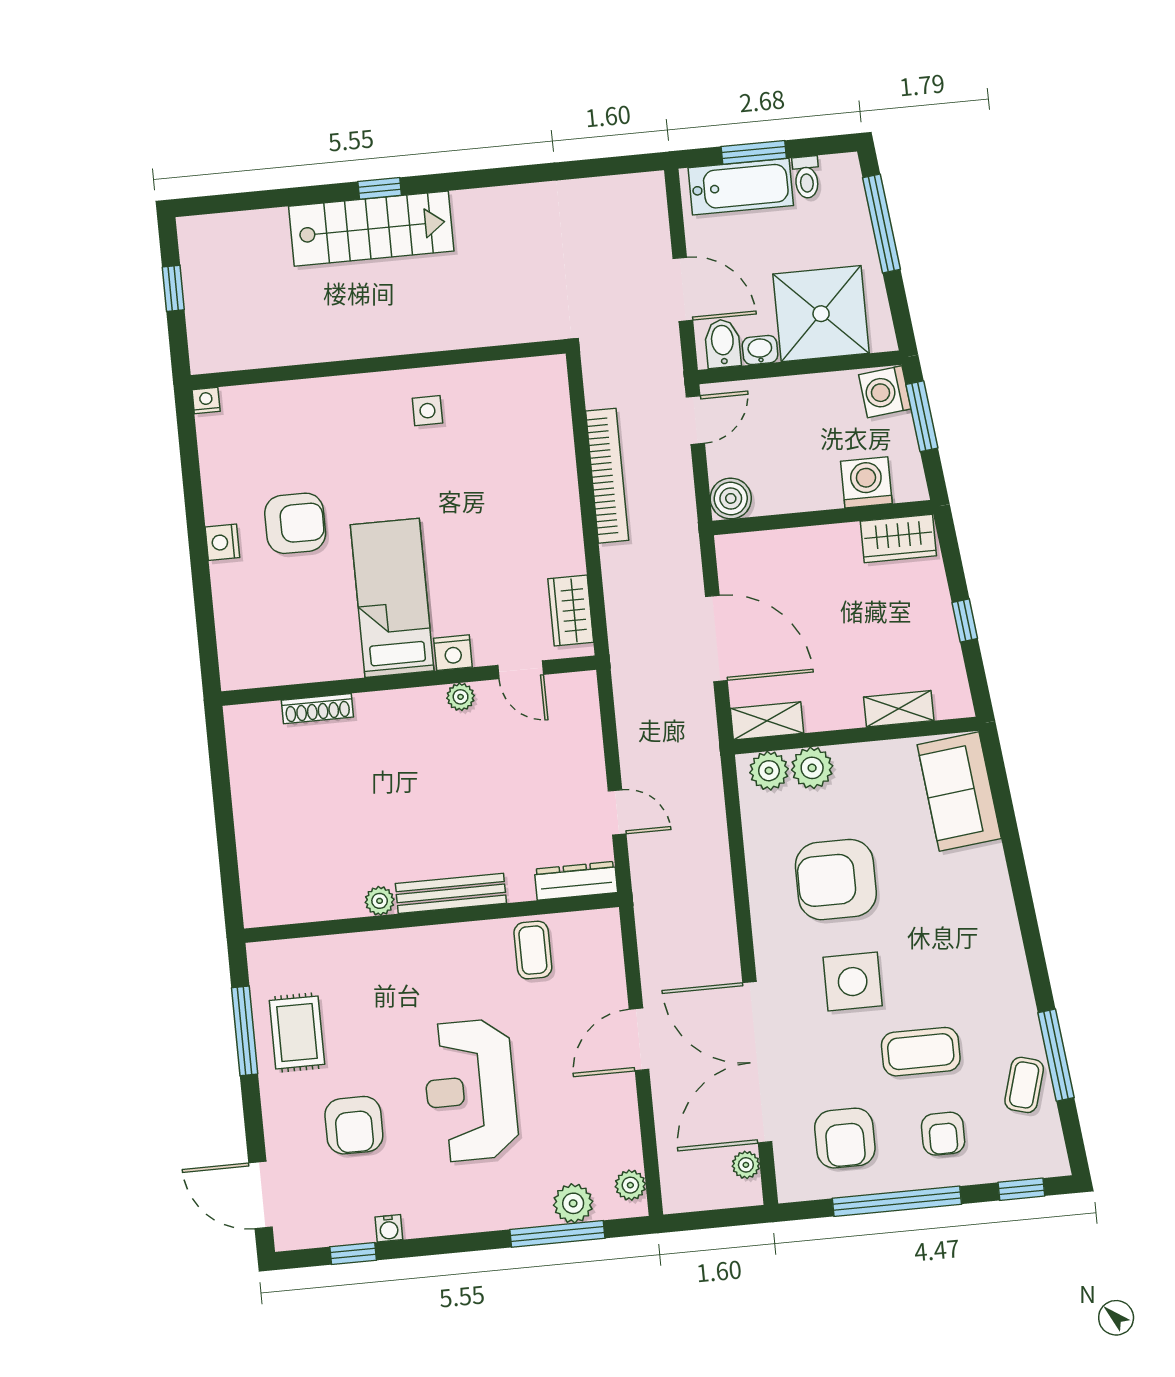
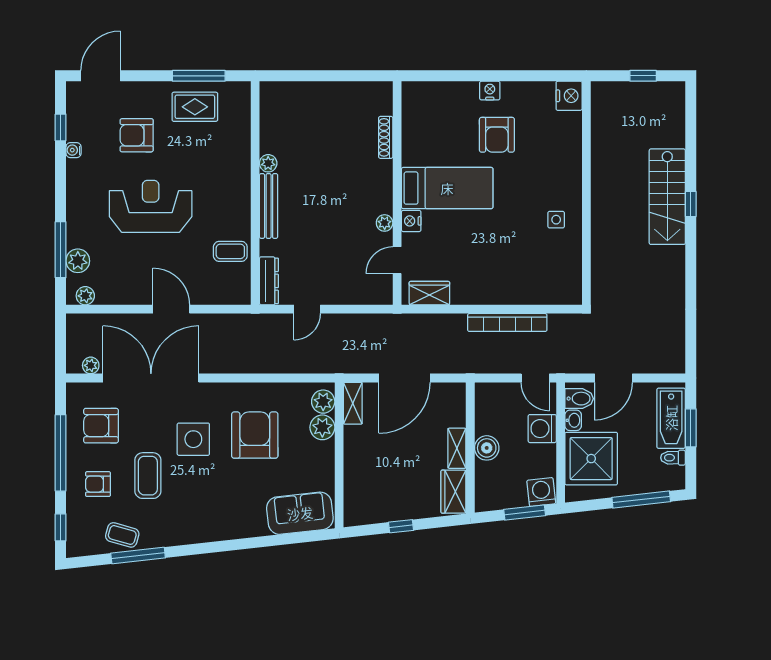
nightstand: (206, 400) -> (569, 96), width x1.89, depth x1.79
washing machine: (866, 482) -> (542, 429), moved, turned 180
boiler: (731, 498) -> (487, 448), moved
shelving: (899, 709) -> (457, 448), moved

